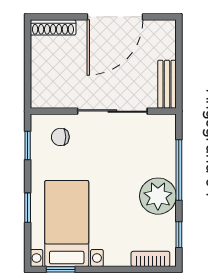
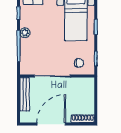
bench: (167, 84) -> (25, 94), width x1.36
plant: (158, 196) -> (25, 33), width x0.53, depth x0.53

